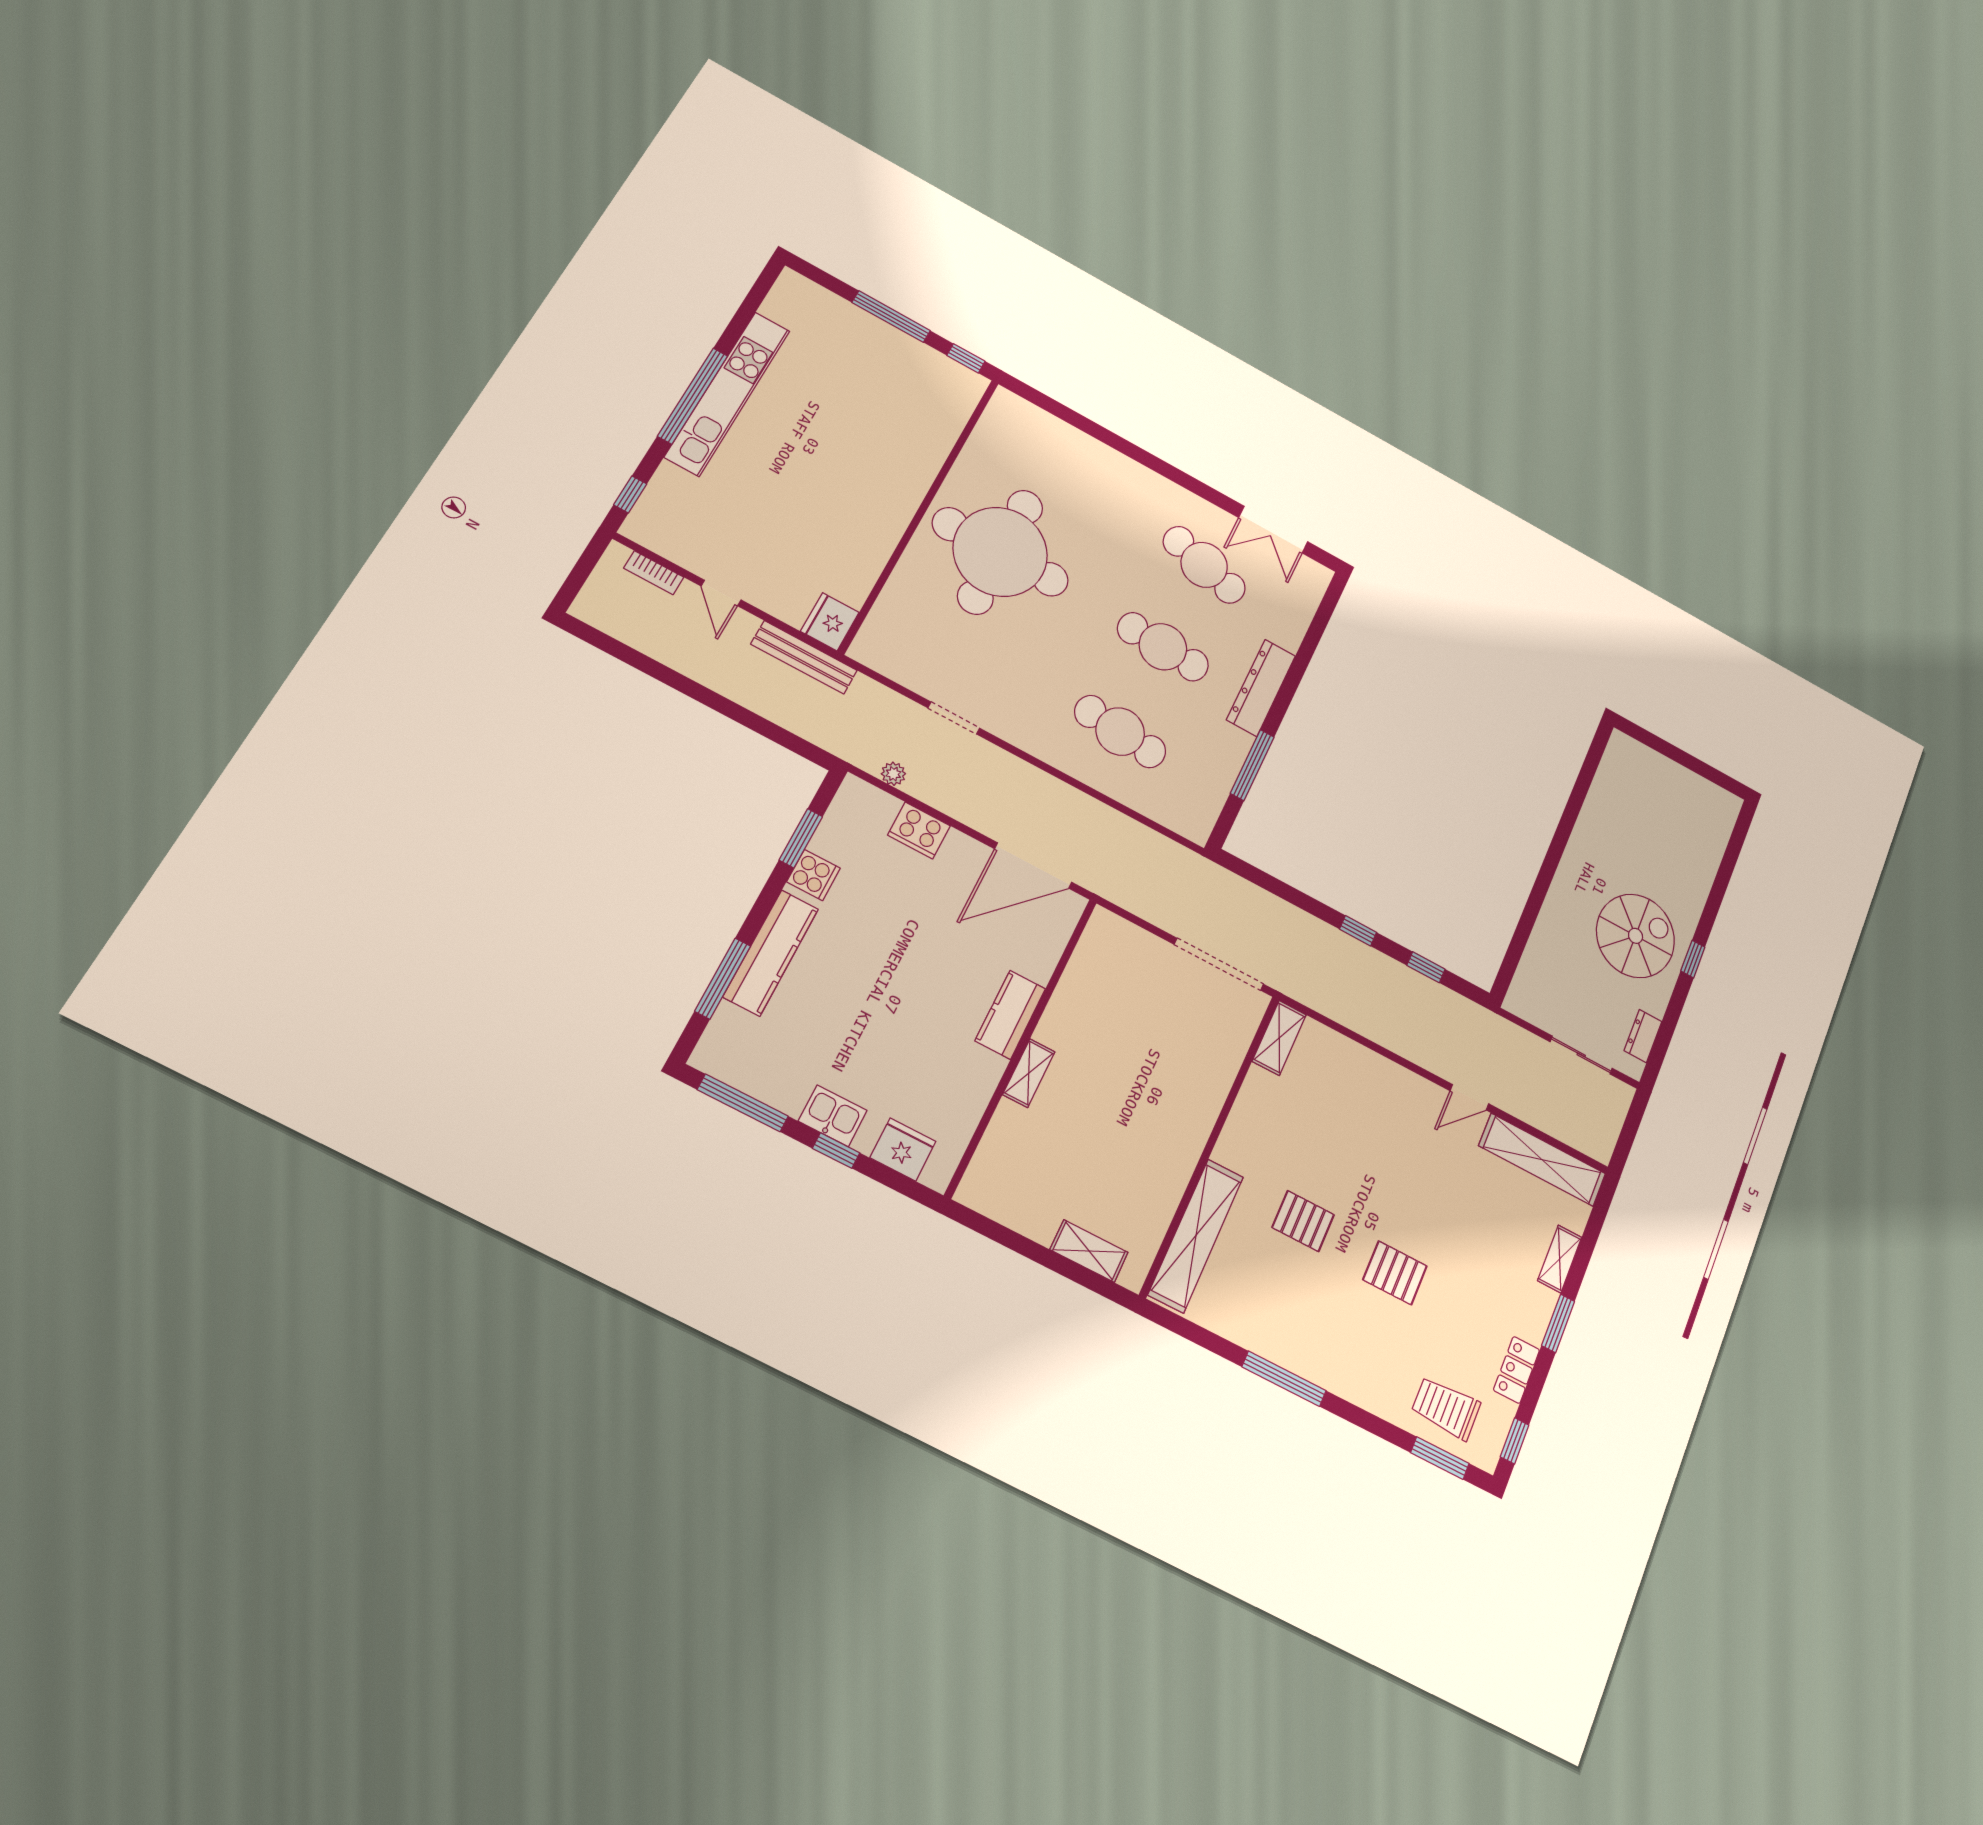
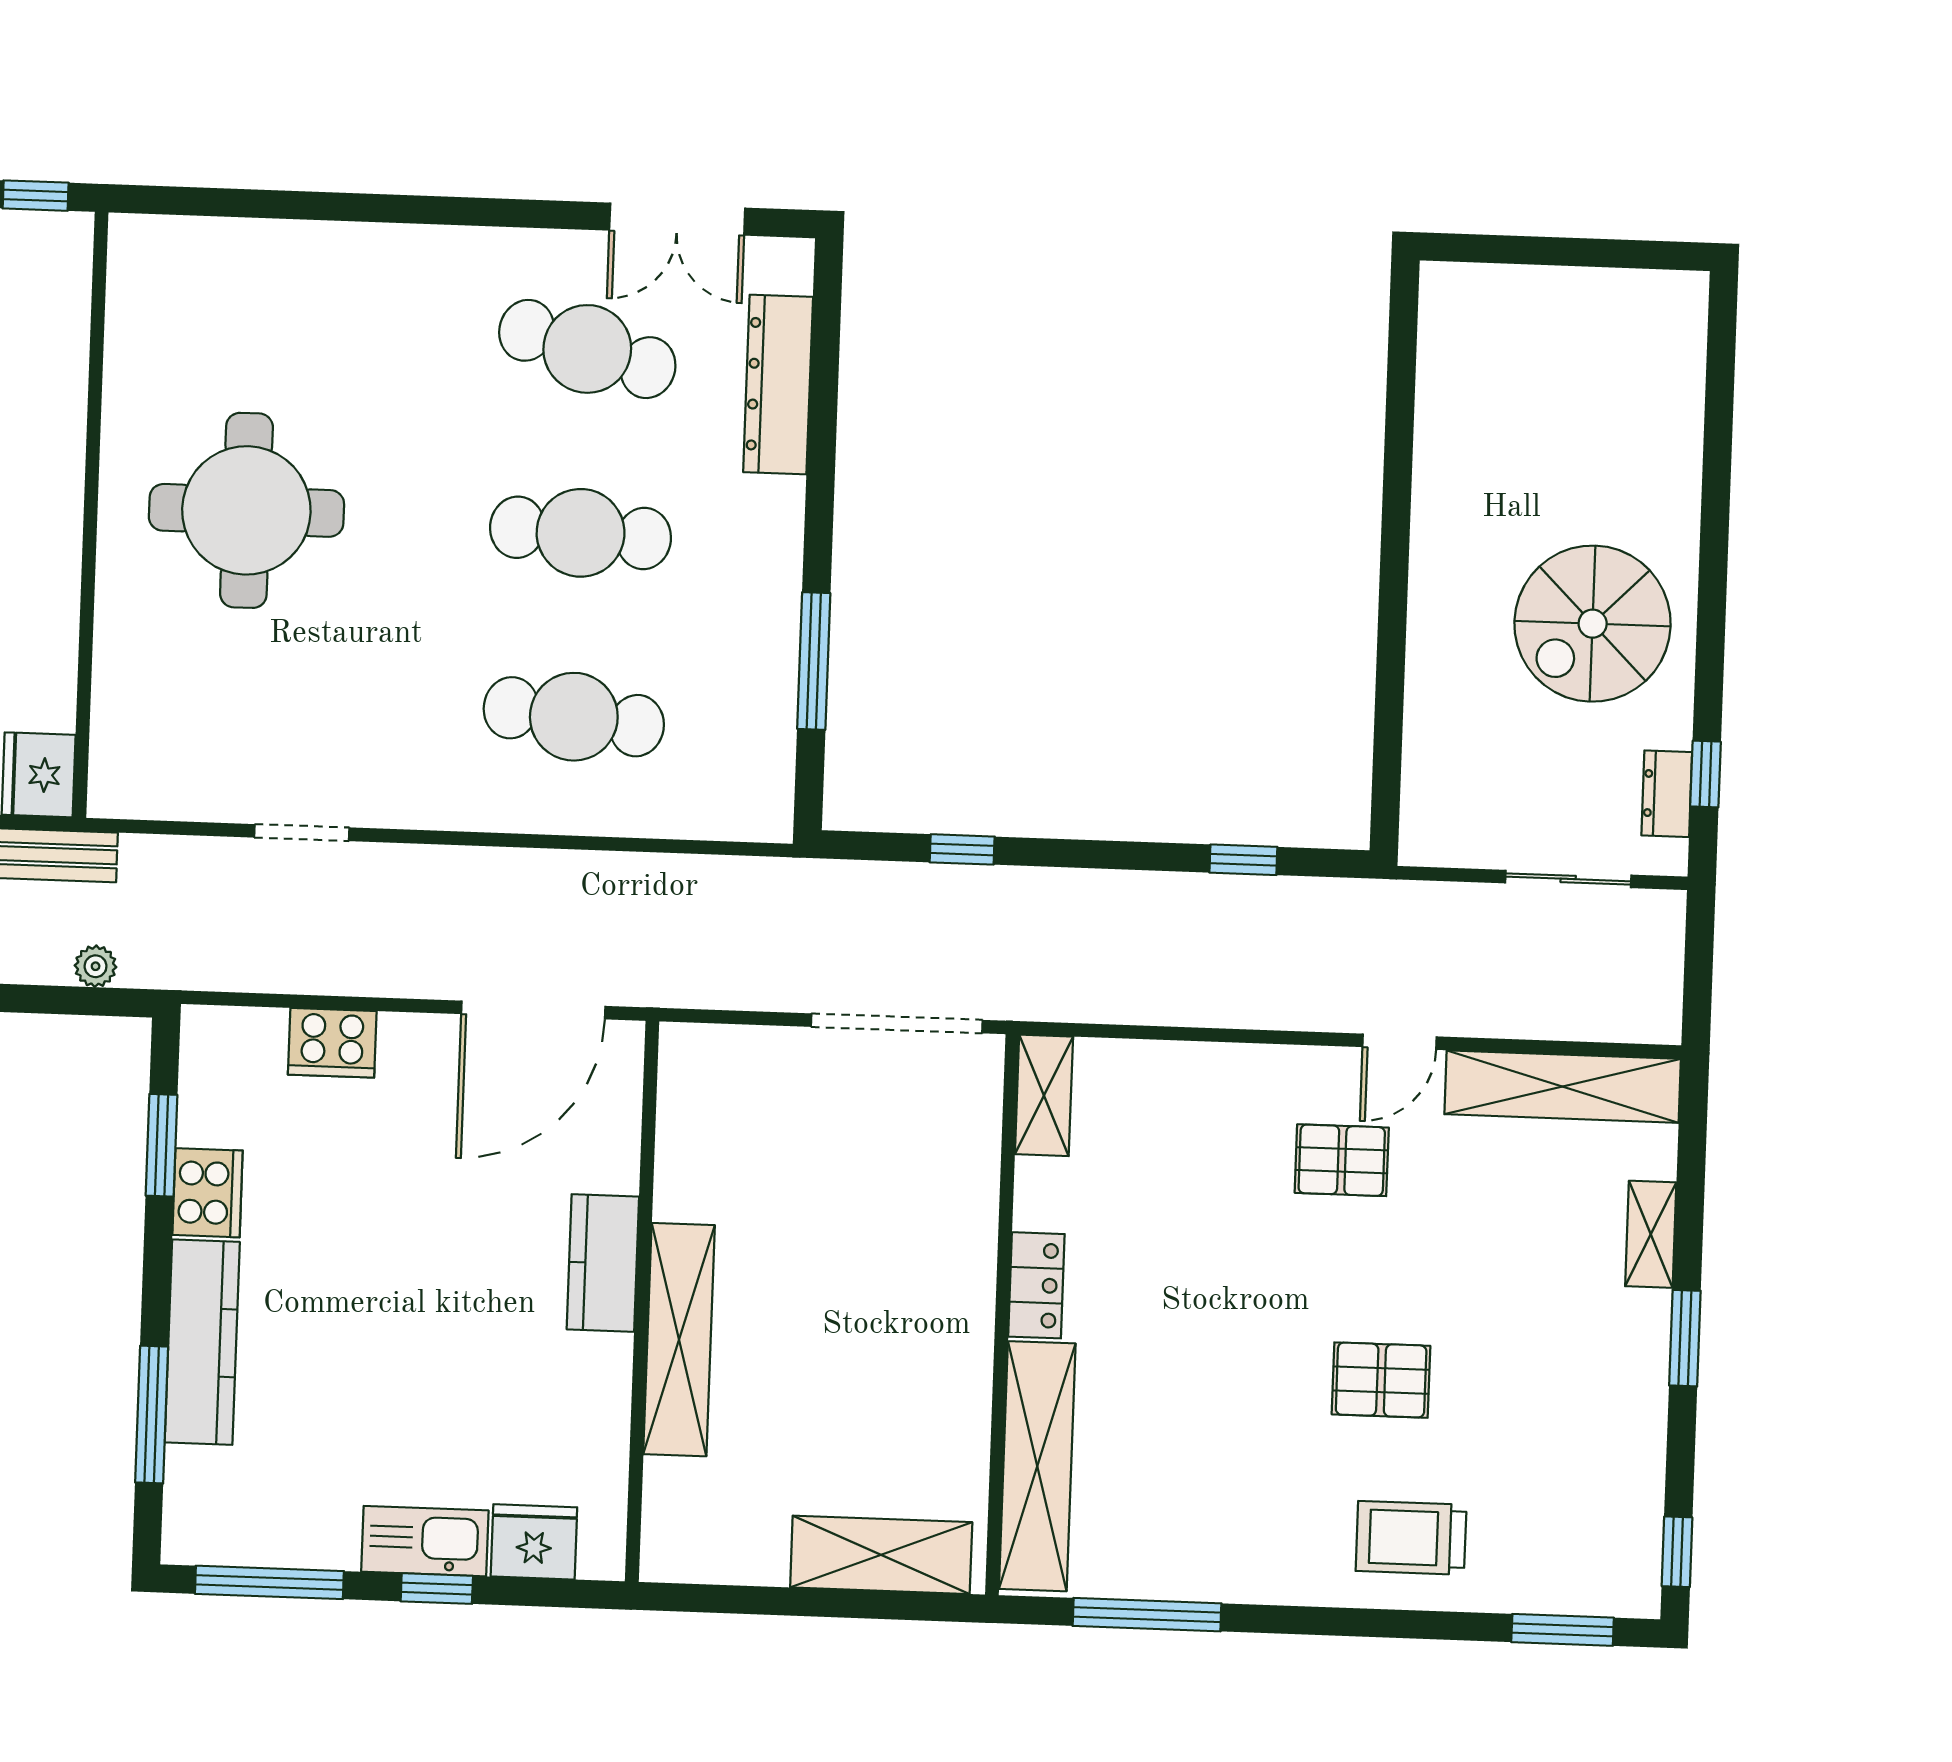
round table: (1000, 552) -> (246, 510), width x0.73, depth x0.73
dresser: (1261, 688) -> (778, 385), moved
plant: (893, 774) -> (96, 966), moved
cooker: (813, 875) -> (208, 1193), width x1.36
window: (1358, 931) -> (962, 849), moved
spiral stairs: (1636, 936) -> (1593, 624), turned 180
window: (1693, 959) -> (1706, 774), moved
shelving: (1029, 1073) -> (679, 1340), width x2.20, depth x1.33
kitchen sink: (833, 1116) -> (425, 1541), width x1.38
pallet: (1303, 1221) -> (1342, 1160), moved
shelving: (1089, 1251) -> (881, 1555), width x1.50, depth x1.33
locker: (1517, 1370) -> (1036, 1285), moved, turned 180
window: (1284, 1379) -> (1147, 1615), moved
trolley: (1446, 1408) -> (1411, 1538), moved

